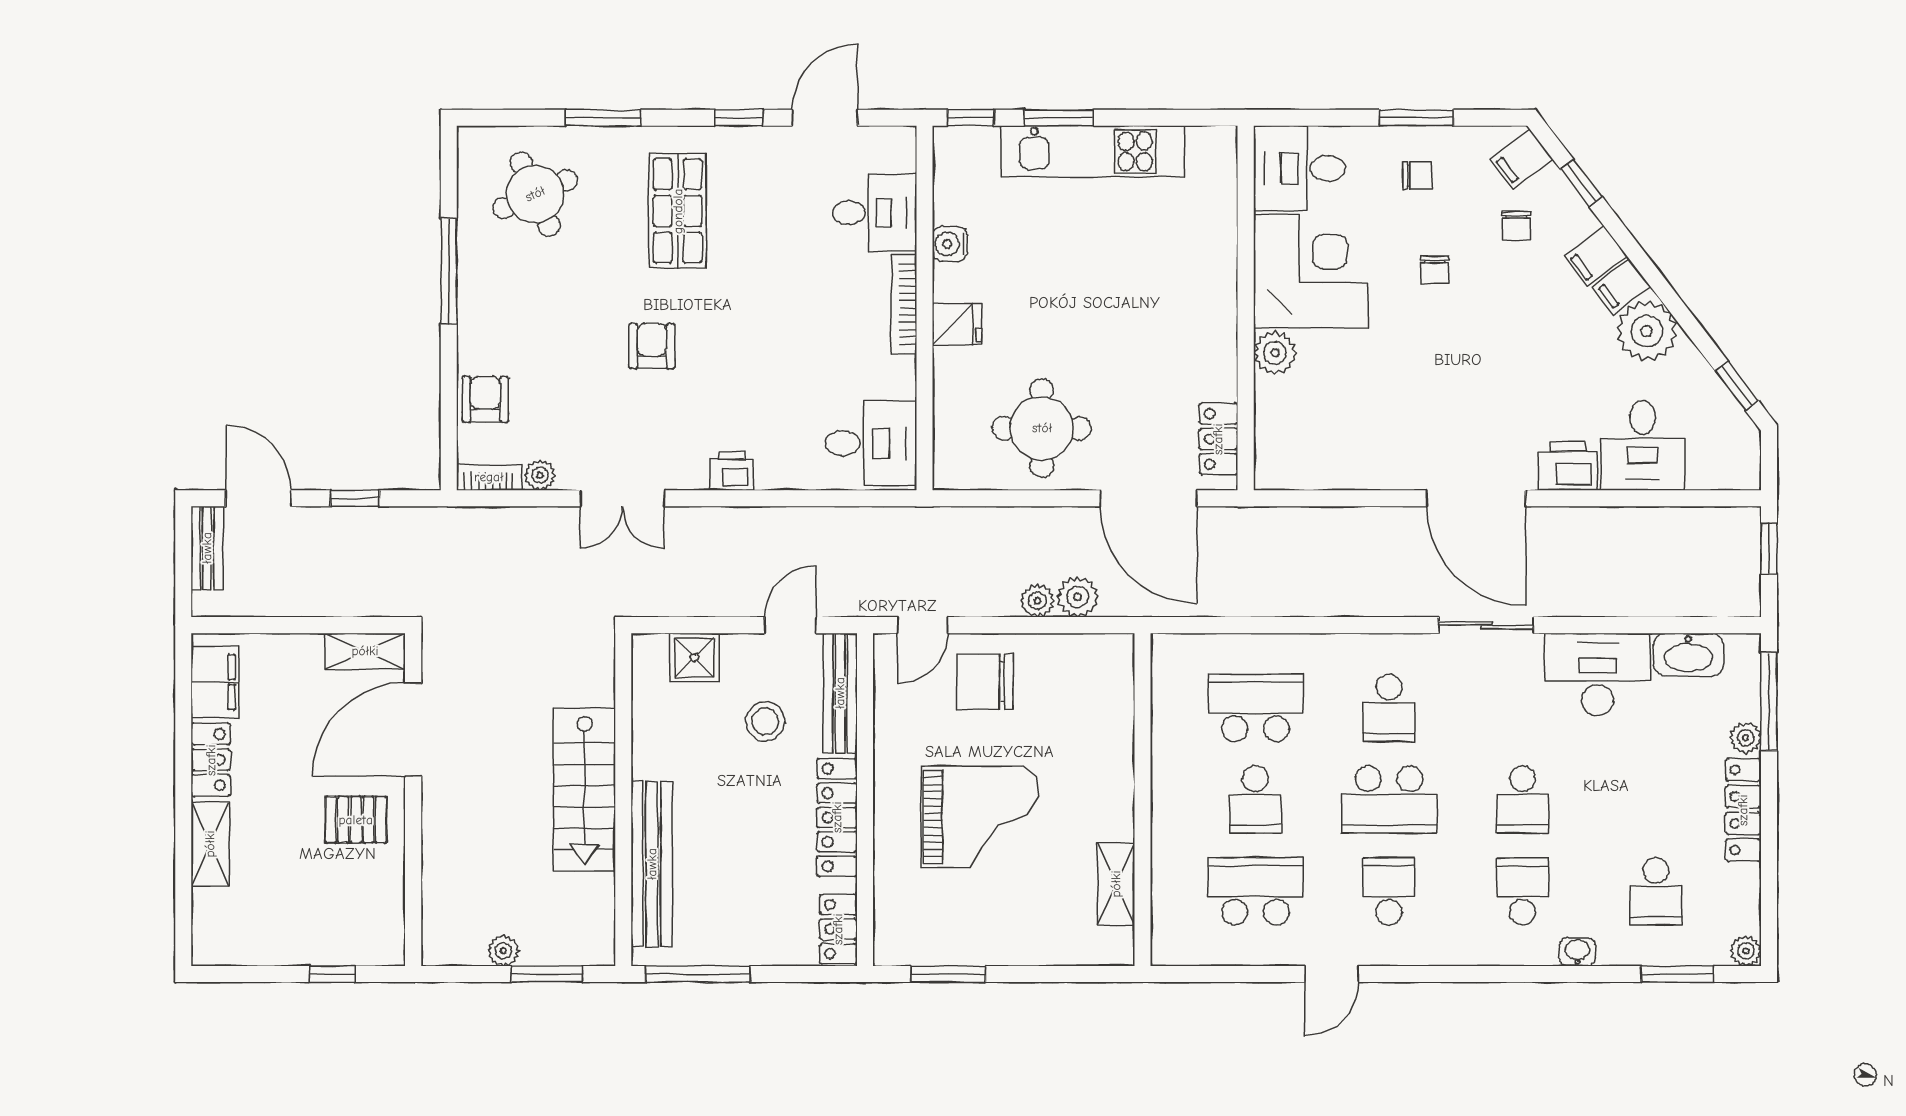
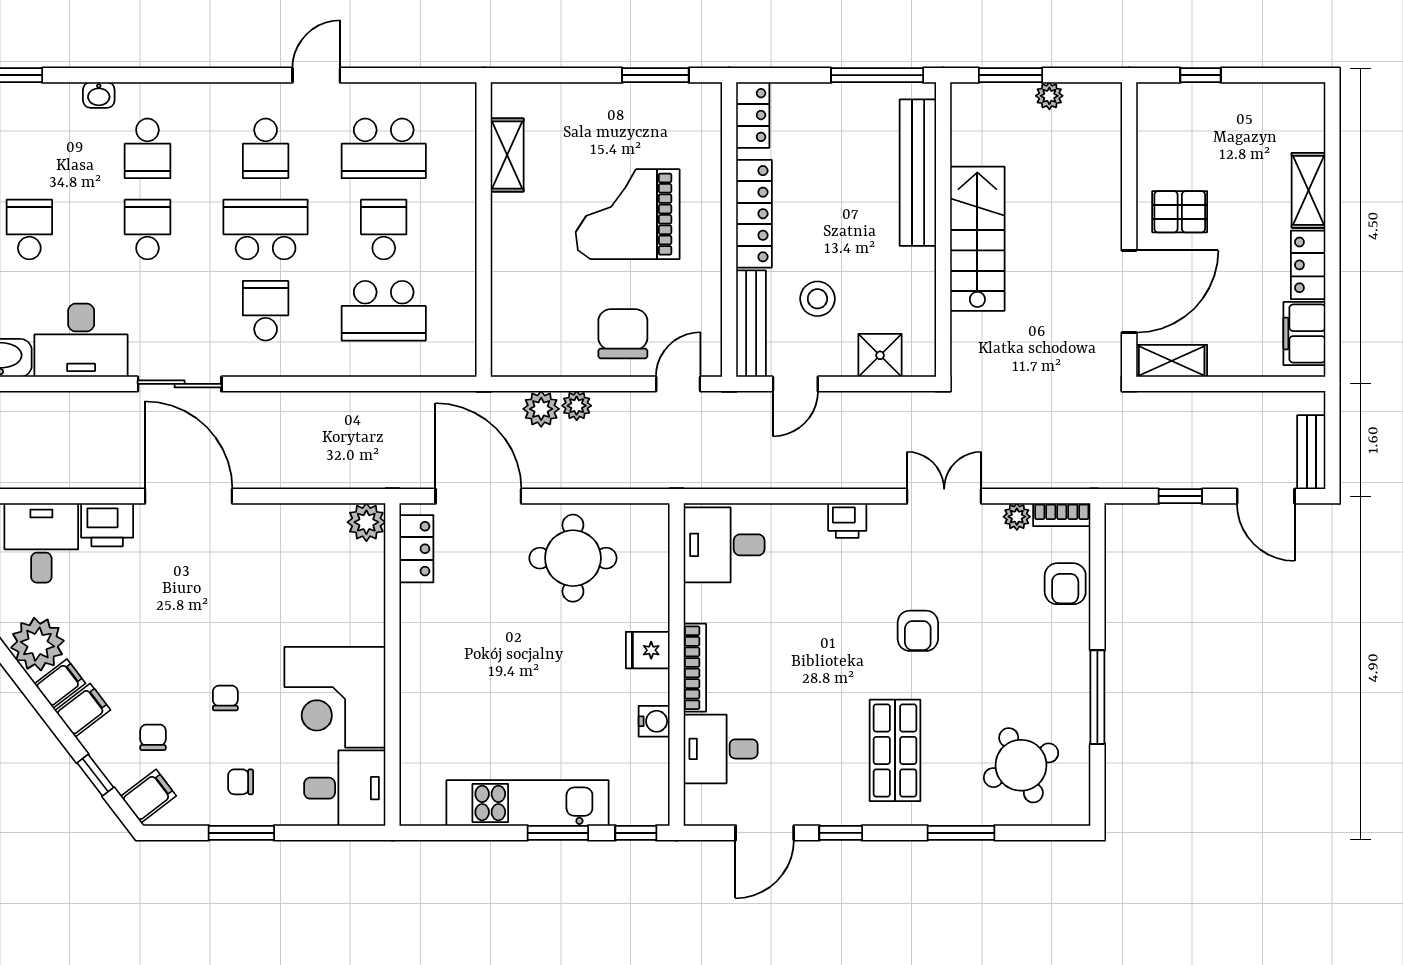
plant: (1275, 353) -> (366, 522), moved
chair: (985, 682) -> (623, 334), turned -90
school desk: (1656, 891) -> (29, 230), moved

